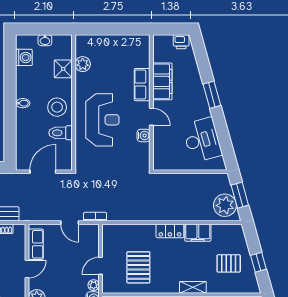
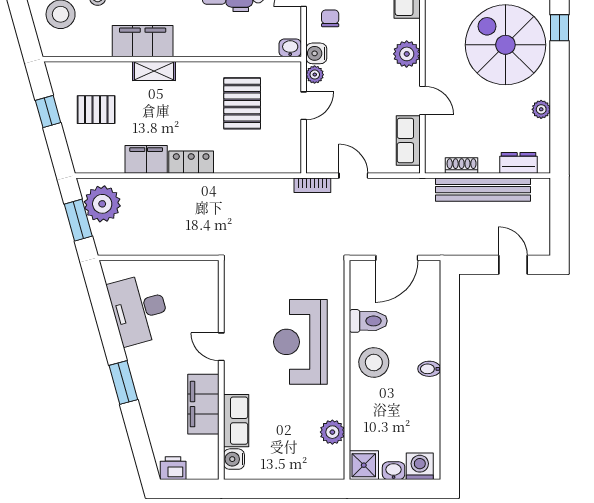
washing machine: (24, 57) -> (420, 466), moved, turned 90
shower: (63, 69) -> (364, 465), moved
row of seats: (142, 85) -> (236, 421), moved
water cooler: (144, 135) -> (234, 459), moved
door: (27, 269) -> (422, 101), swing flipped

